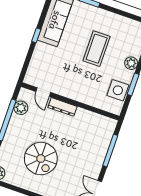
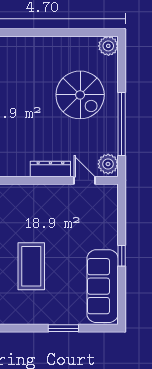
plant: (21, 108) -> (108, 164), moved
spiral stairs: (41, 159) -> (80, 95), moved, turned 180

